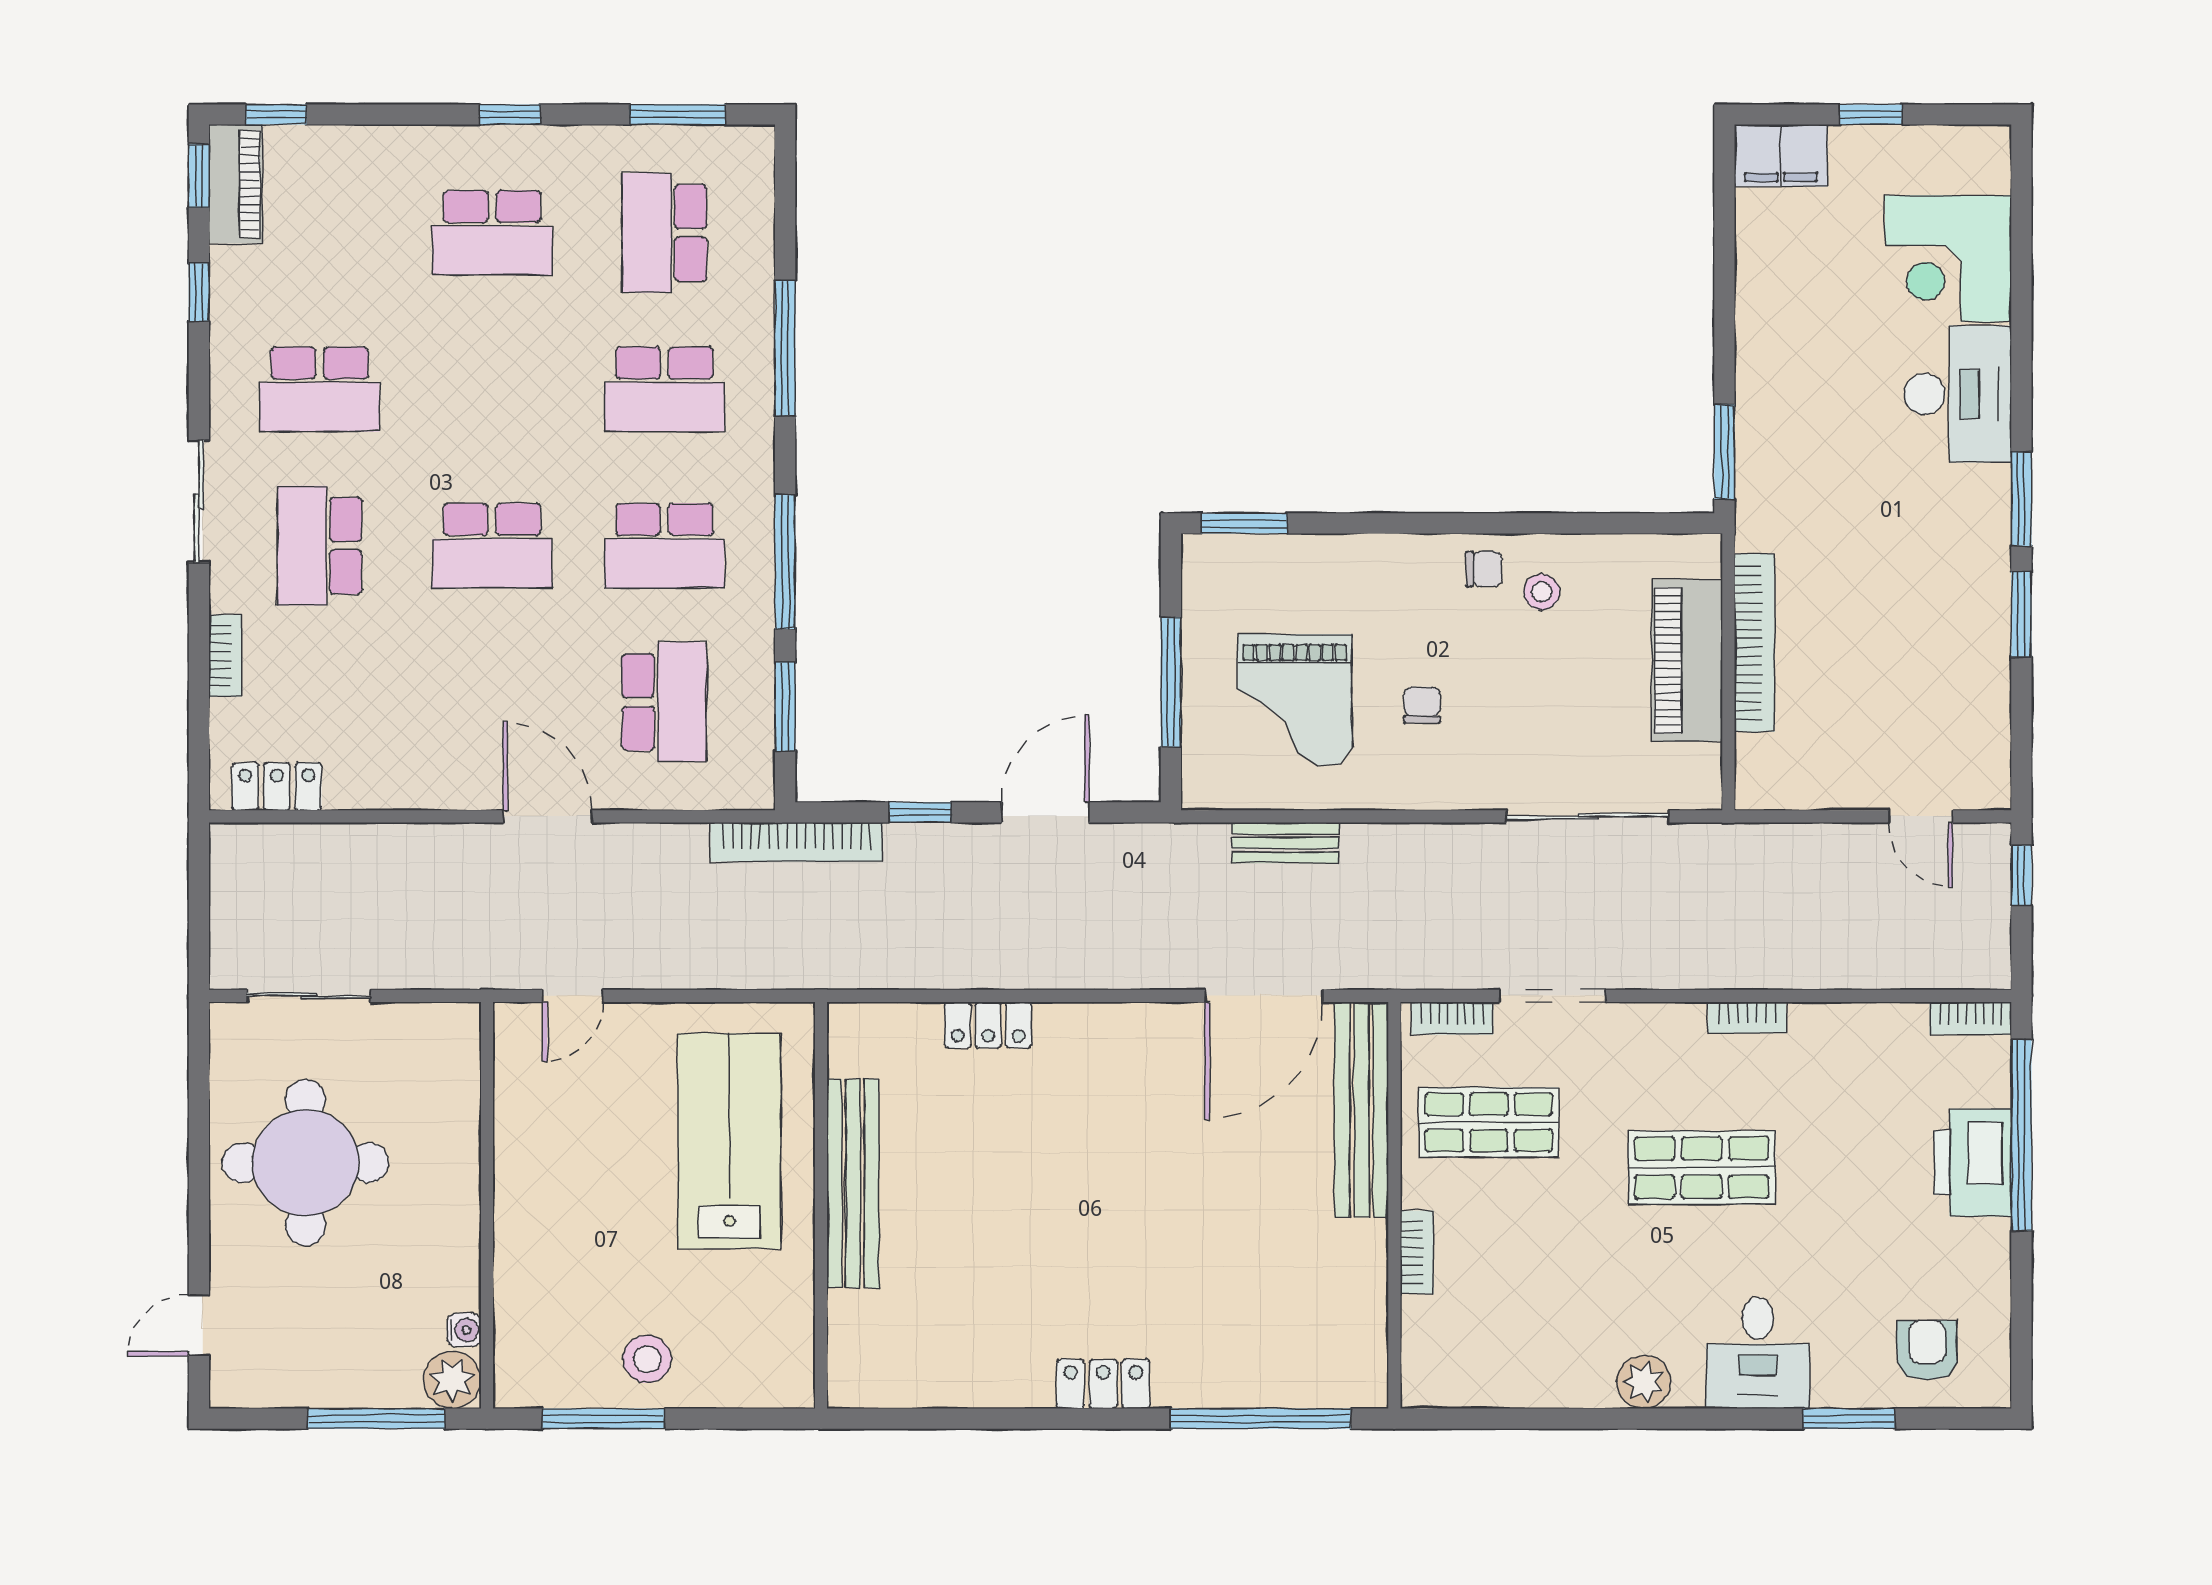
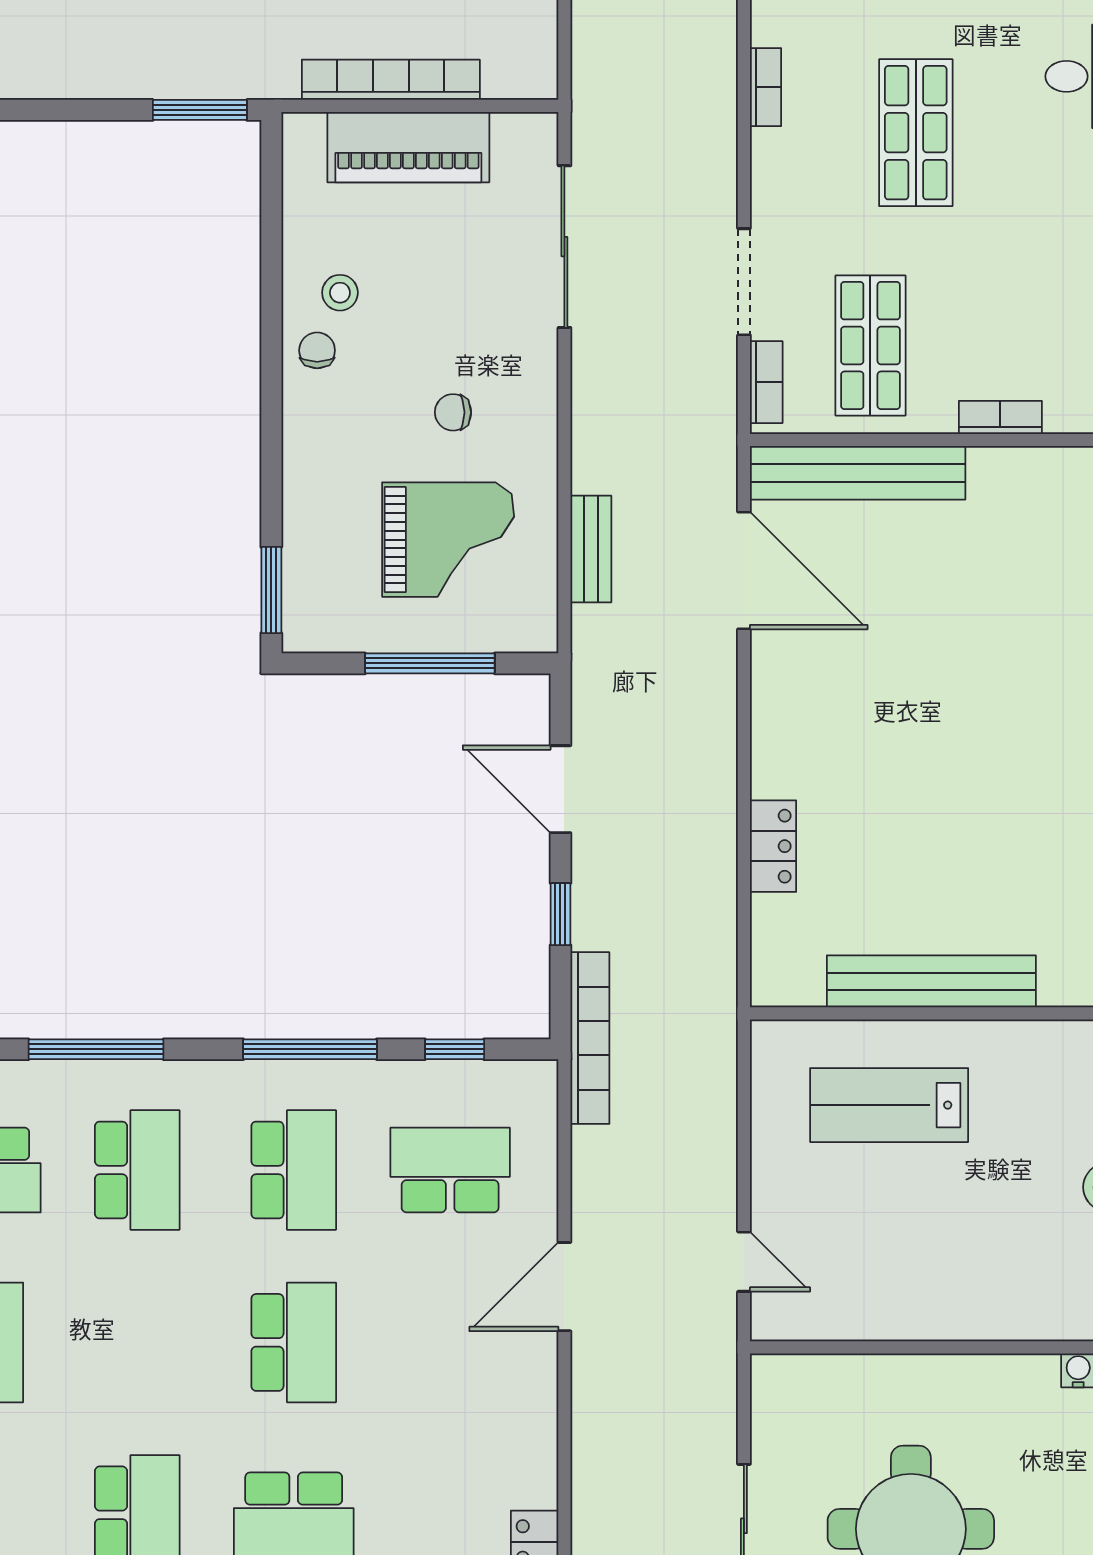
window: (785, 707) -> (455, 1049), width x0.67
lab bench: (729, 1141) -> (889, 1105), width x0.73, depth x0.72

